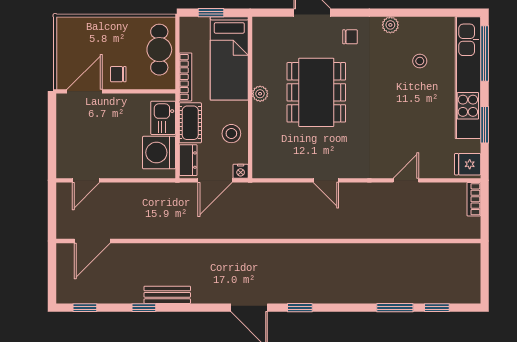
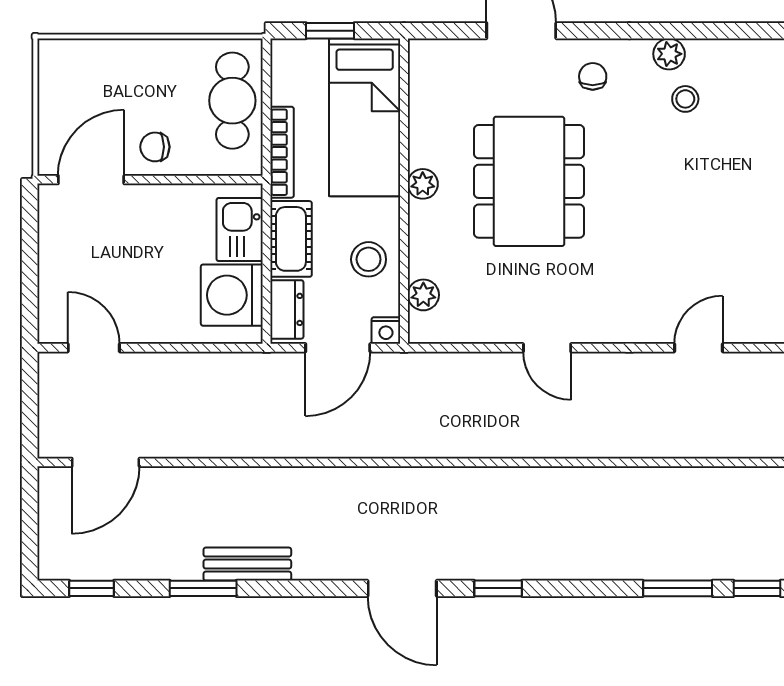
chair: (350, 37) -> (593, 76), turned -90
stool: (420, 61) -> (685, 99), moved
plant: (260, 152) -> (423, 295), added
door: (86, 180) -> (94, 348), swing flipped
window: (144, 308) -> (203, 588), width x1.50

